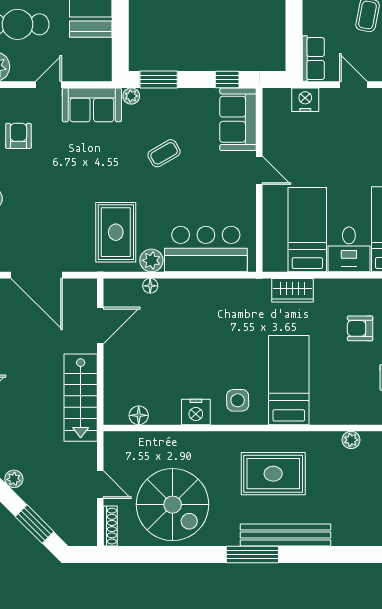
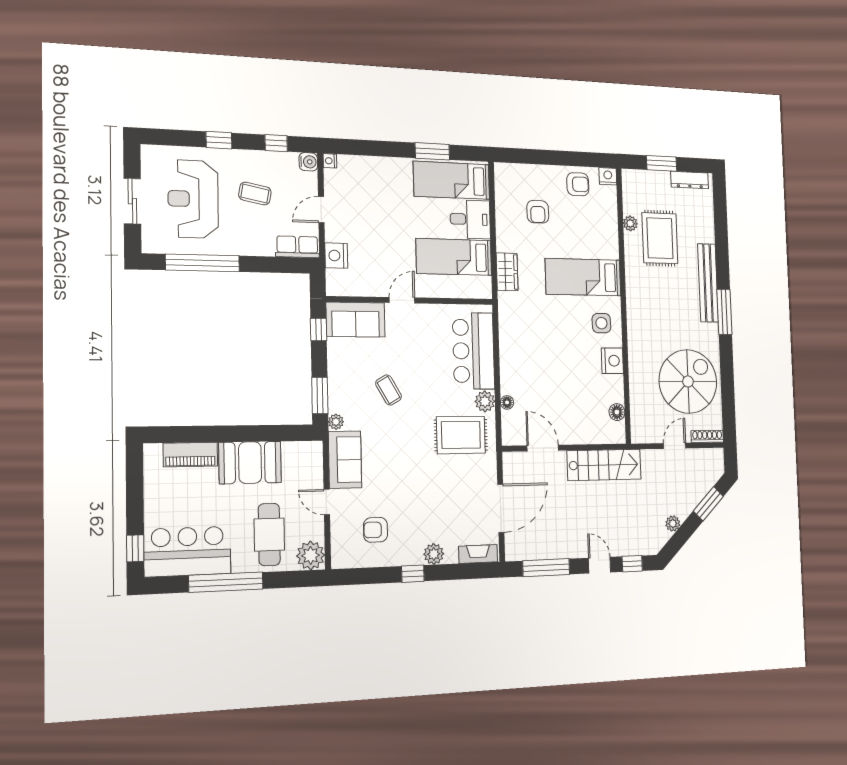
rug: (273, 474) -> (660, 238), moved

